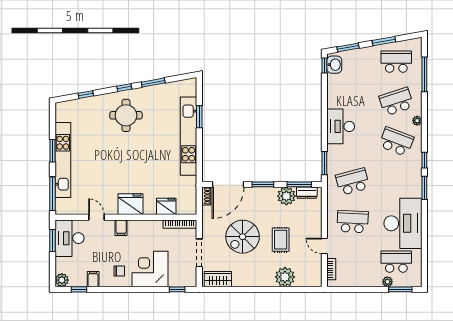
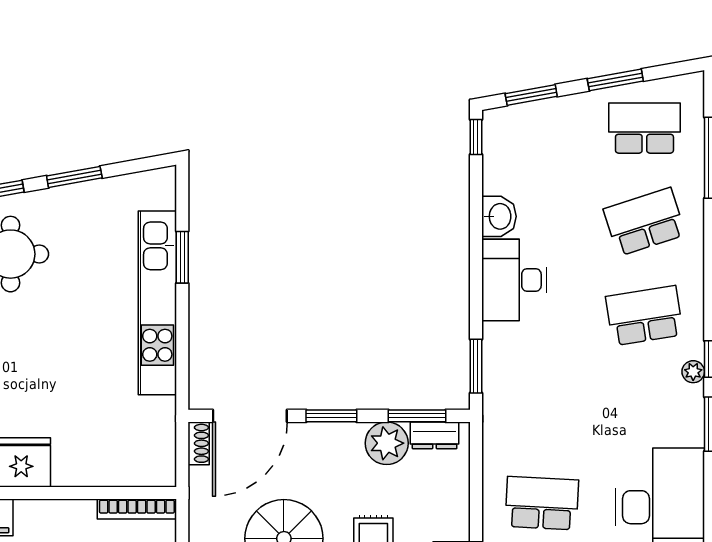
washbasin: (334, 65) -> (499, 216), moved
plant: (417, 121) -> (693, 372), moved
school desk: (396, 142) -> (644, 316), turned -30
school desk: (353, 182) -> (542, 409), removed
fridge: (166, 206) -> (105, 468), removed

